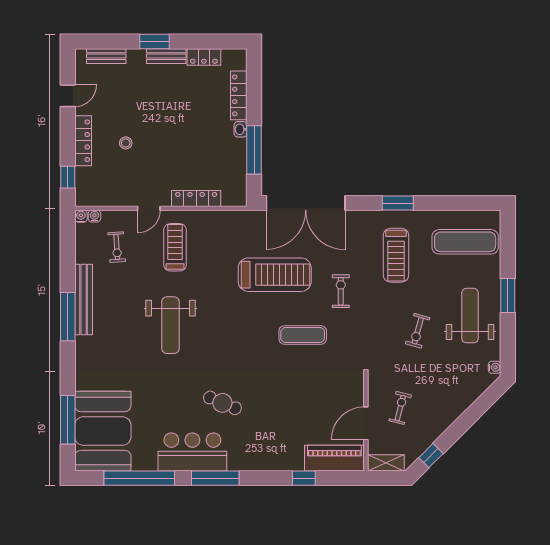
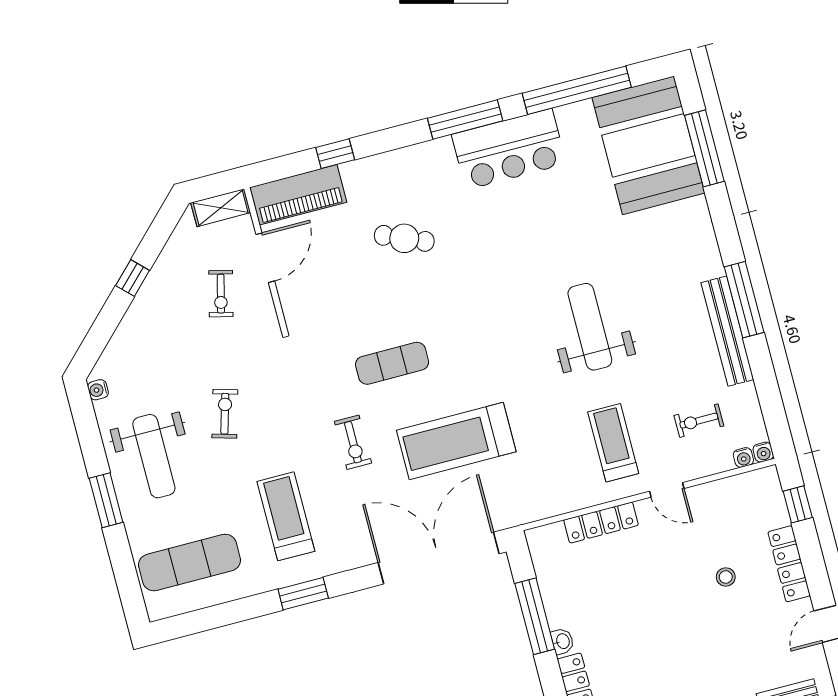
door: (149, 208) -> (667, 490), swing flipped
exercise bike: (117, 247) -> (699, 421), turned -86
treadmill: (175, 247) -> (613, 443), turned 180
cafe table: (222, 403) -> (404, 238), moved
window: (431, 456) -> (133, 278), moved

